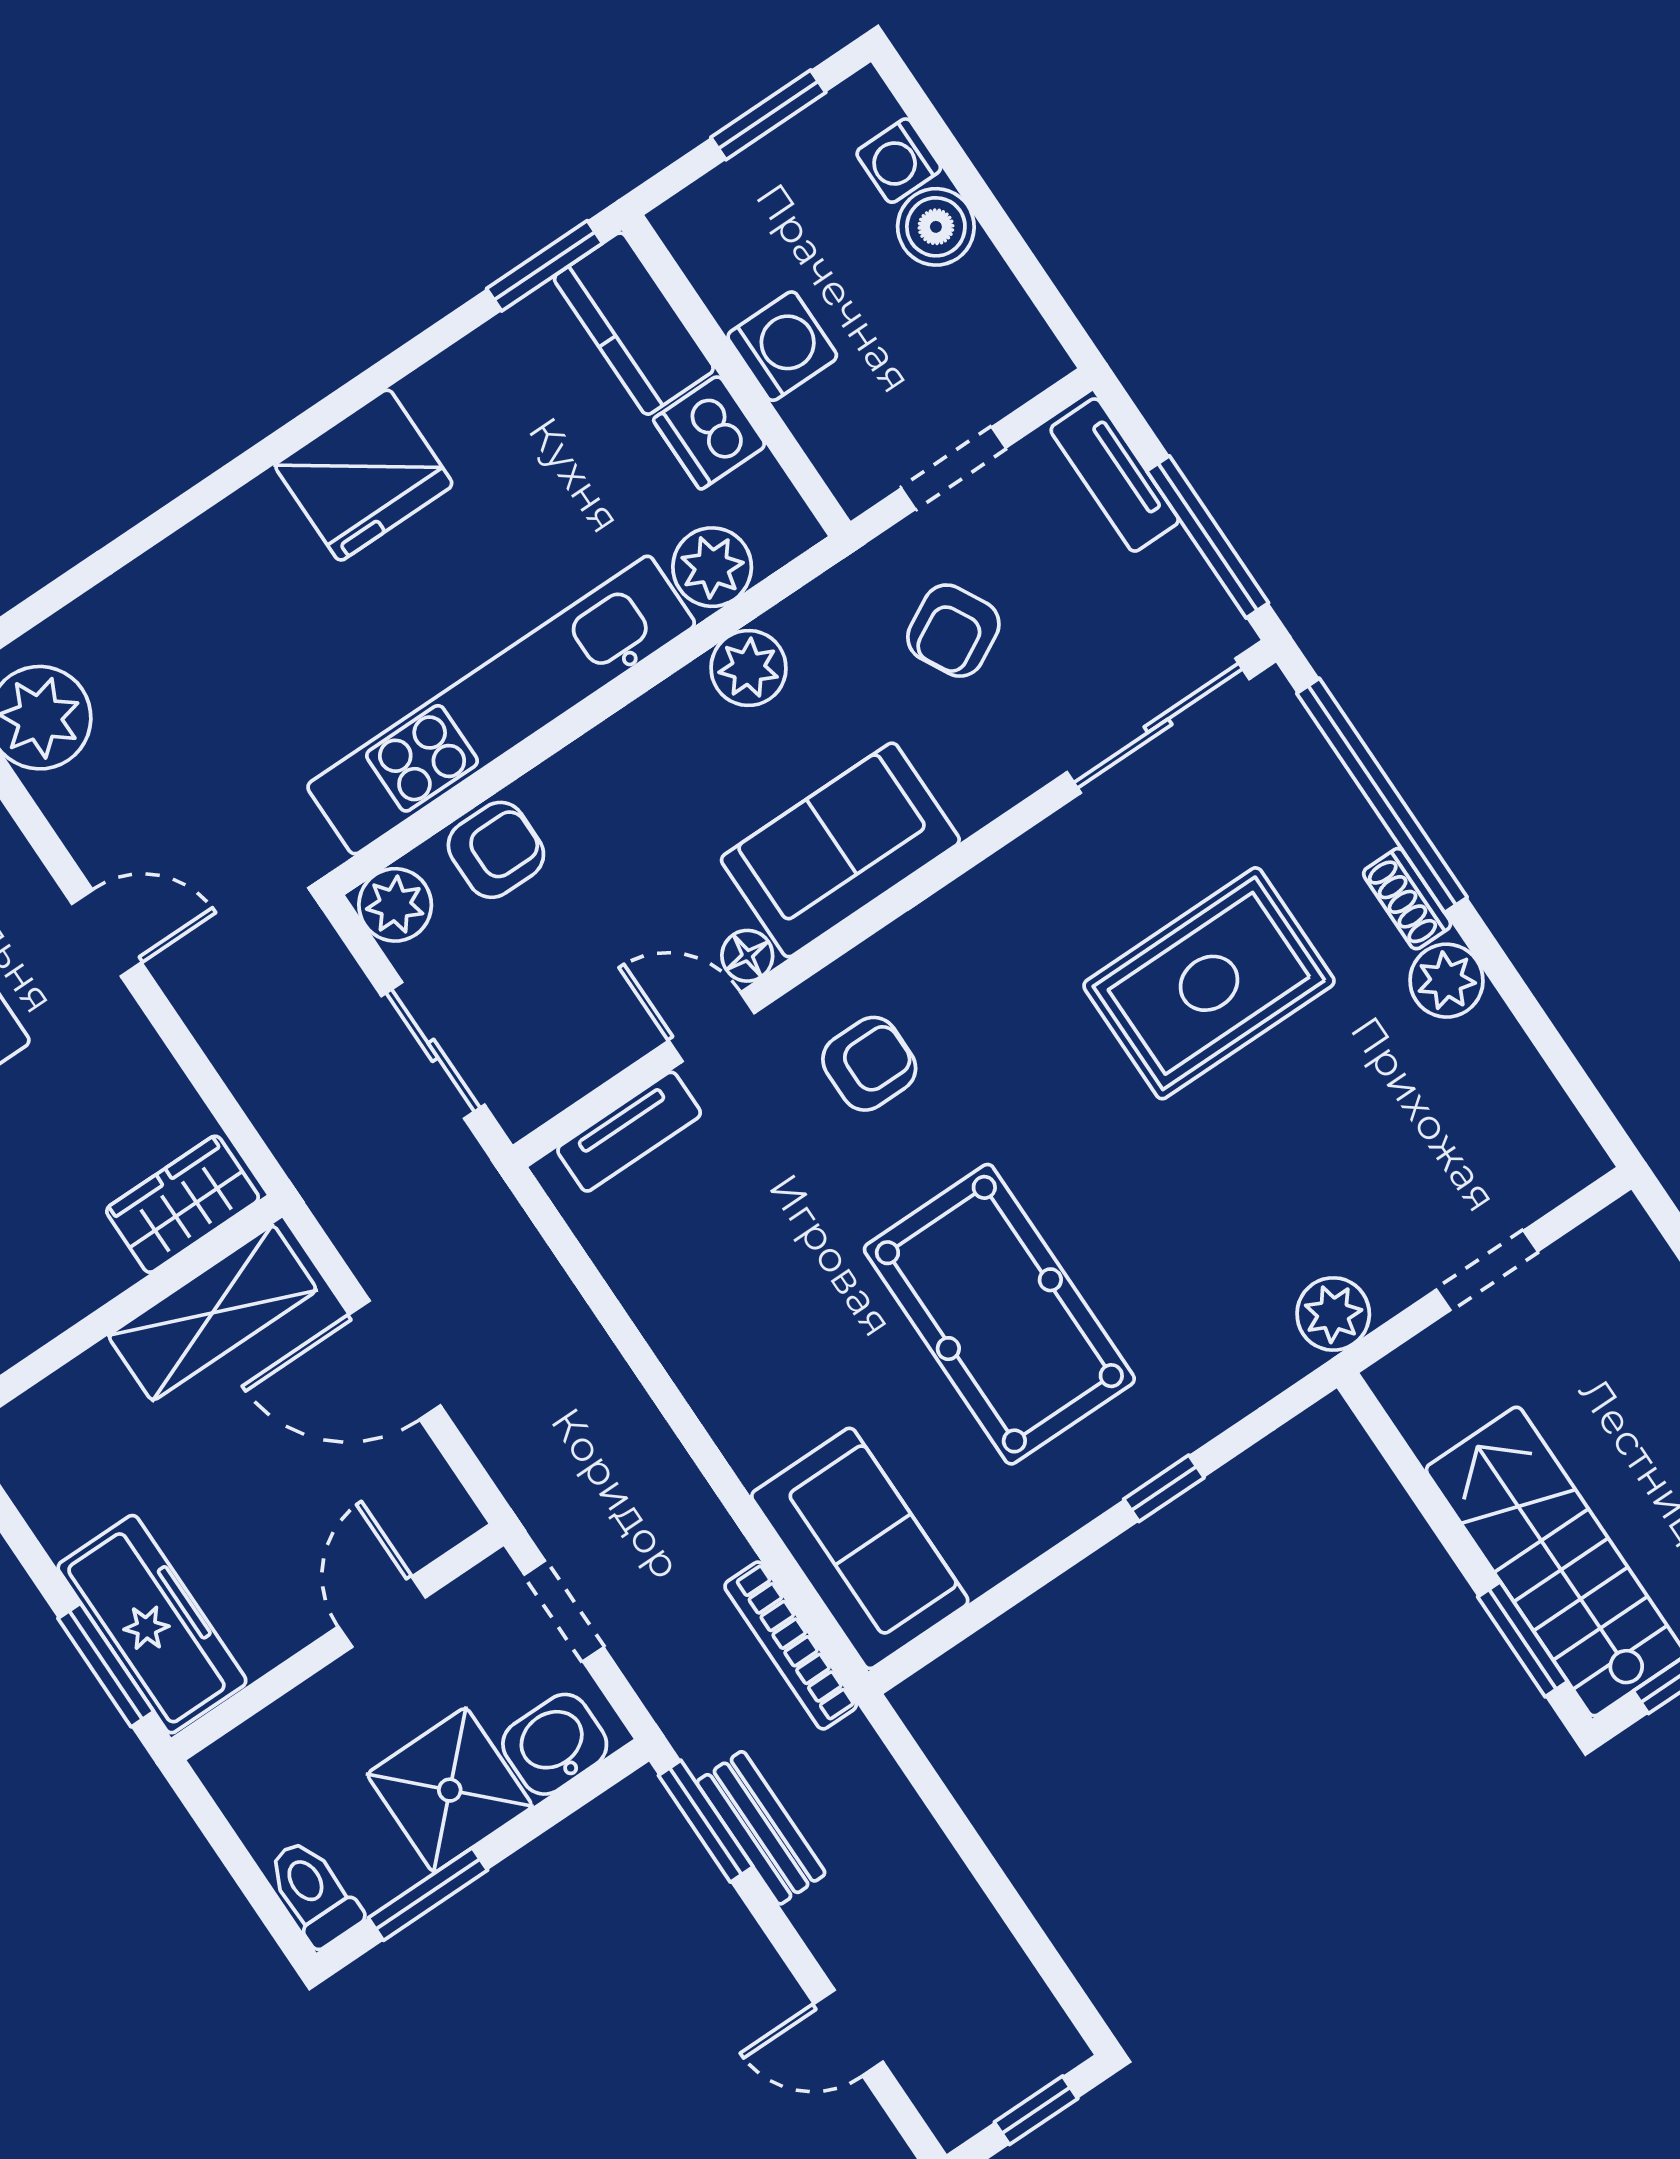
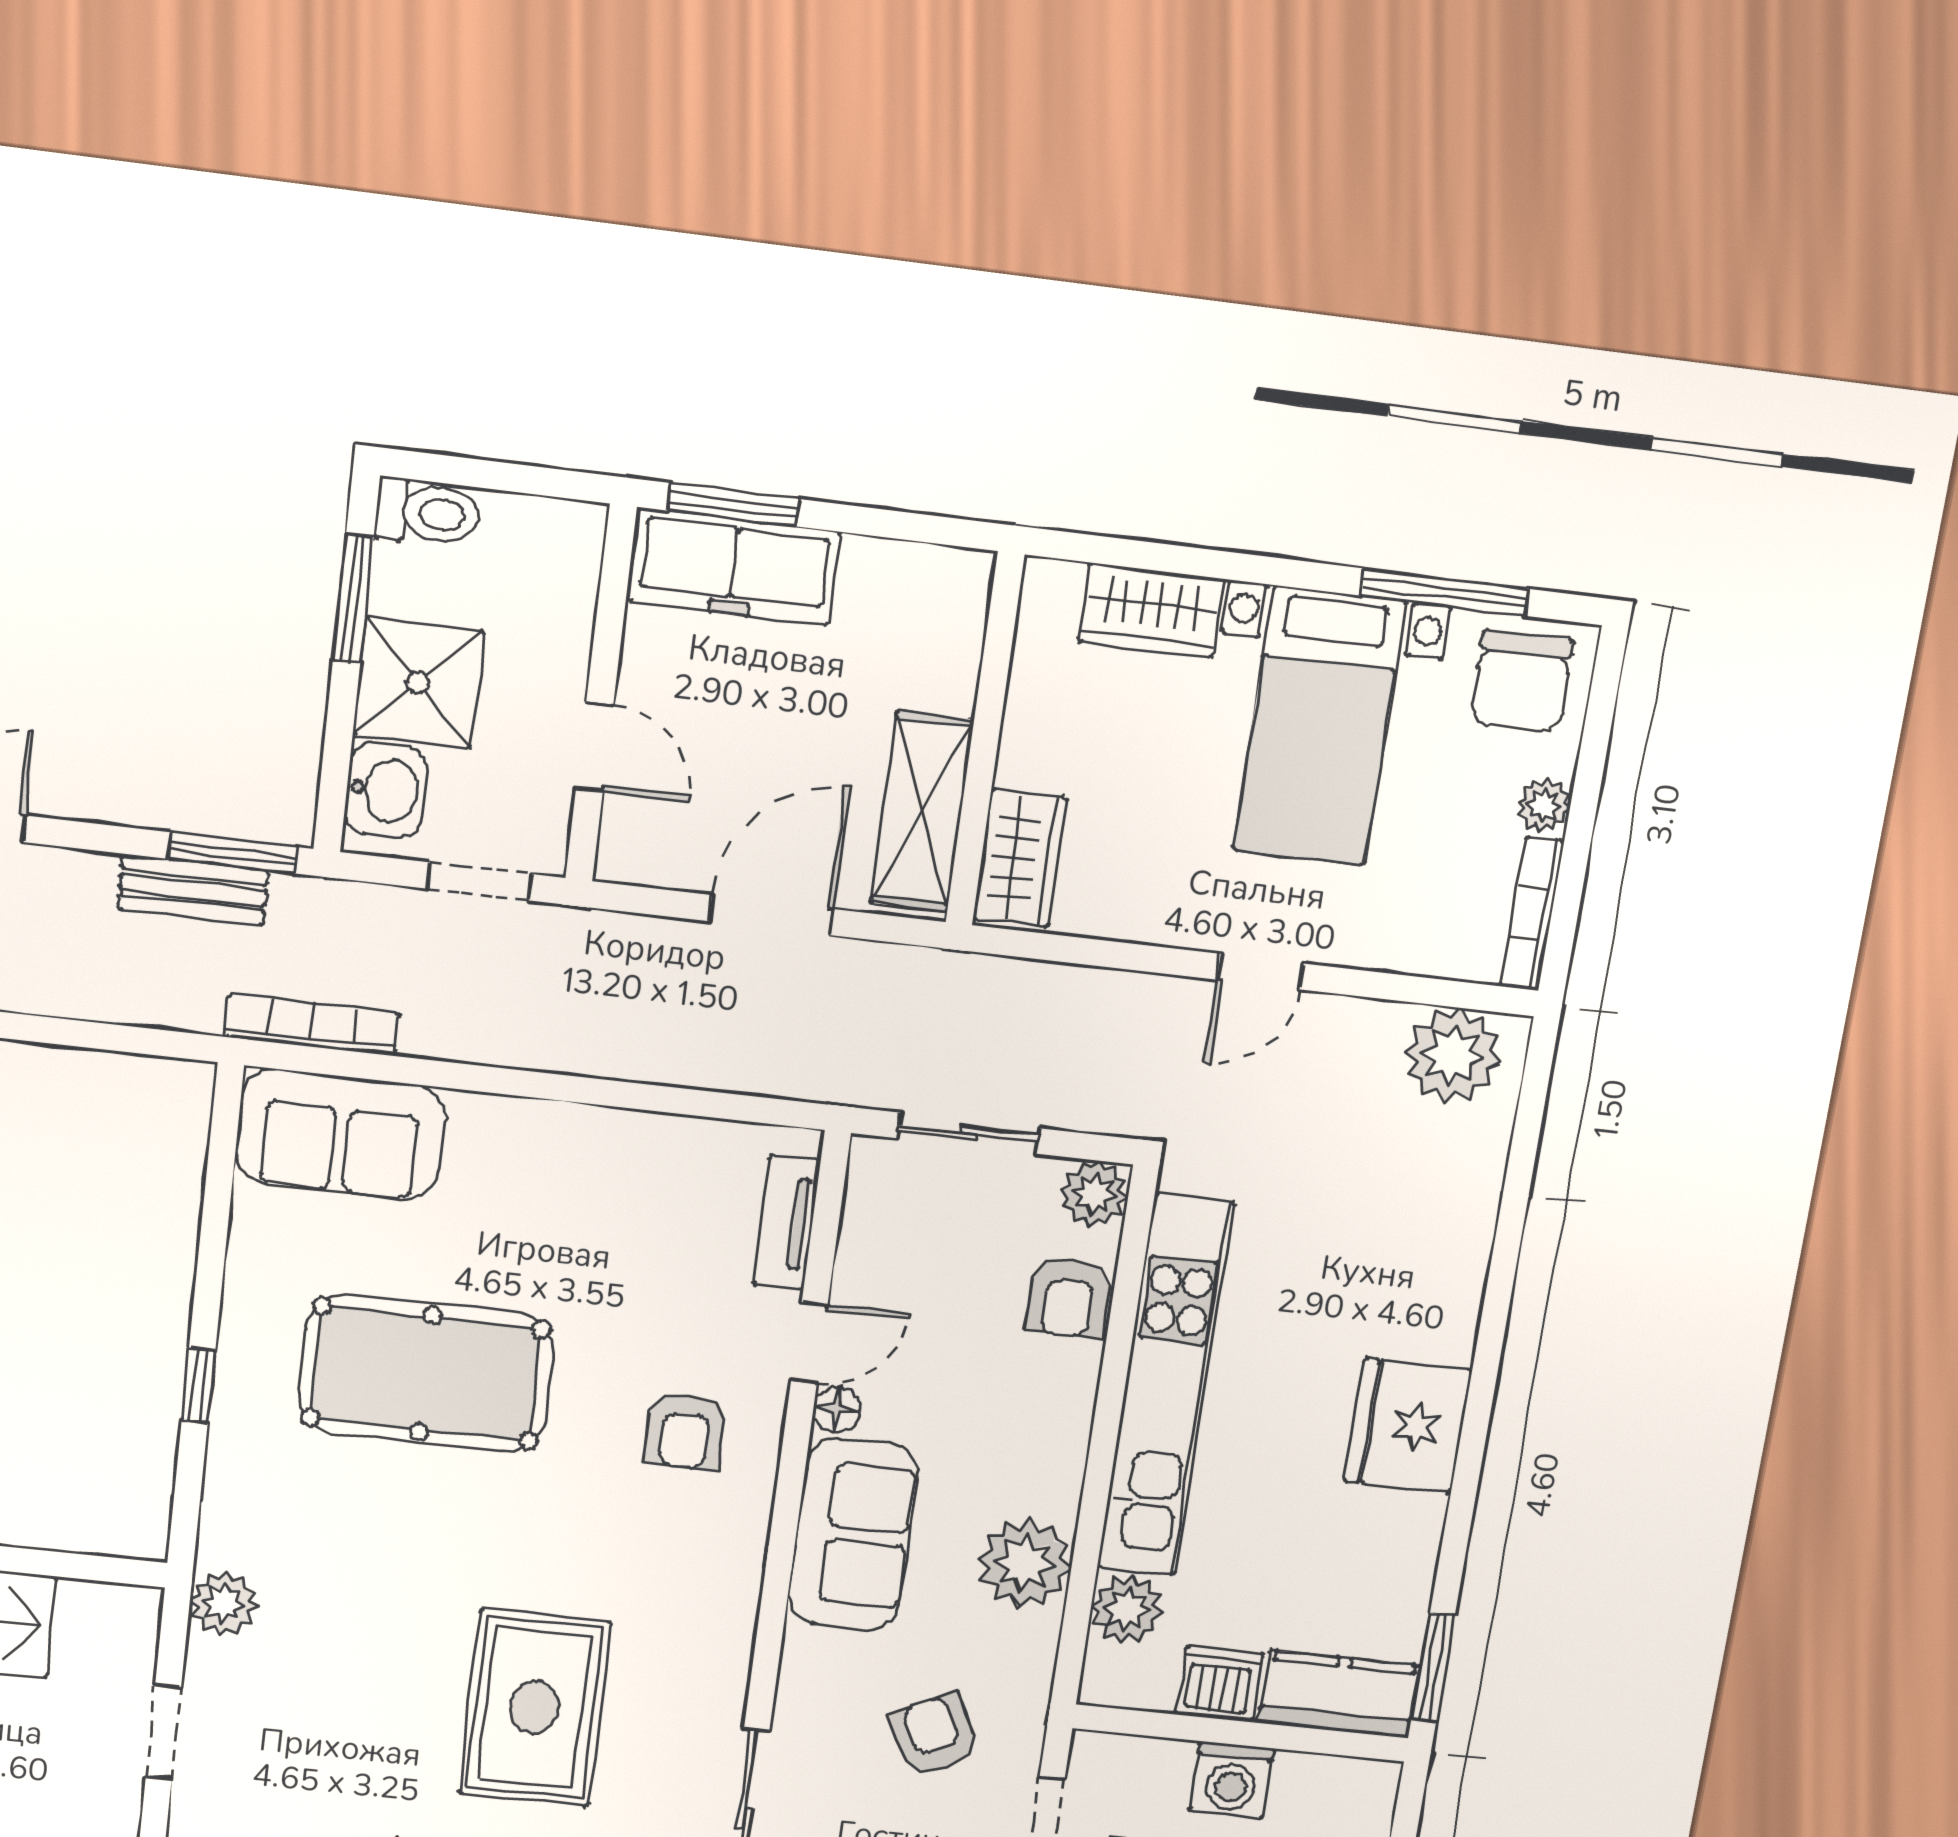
plant: (749, 668) -> (1025, 1563), width x1.36, depth x1.36

